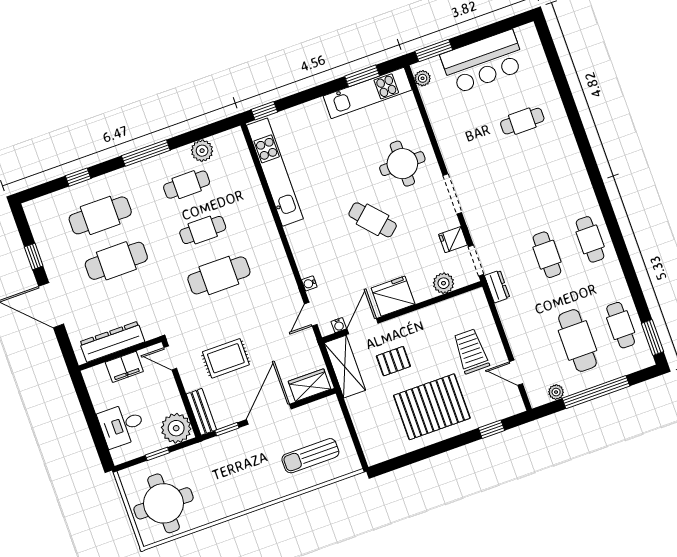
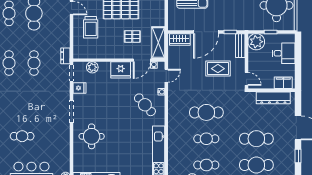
cafe table: (373, 220) -> (145, 105), moved
filing cabinet: (124, 367) -> (283, 83), moved

